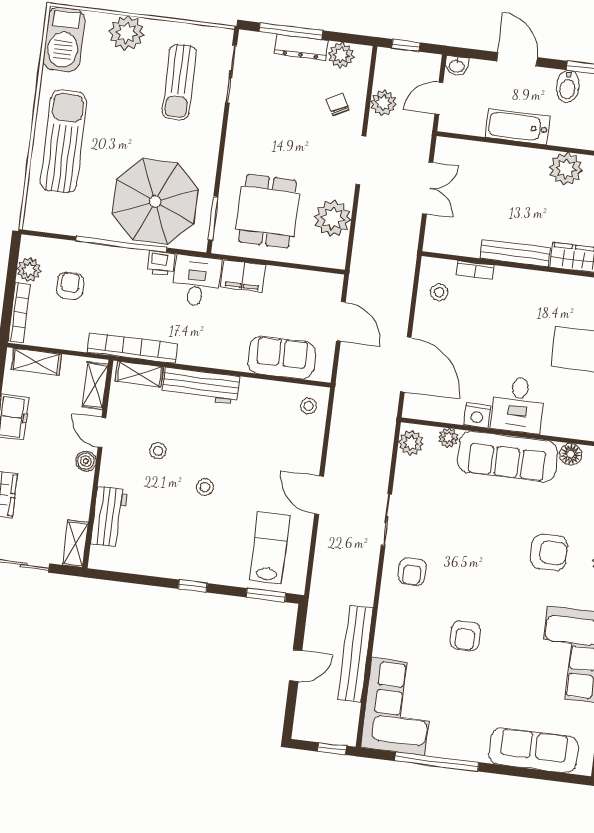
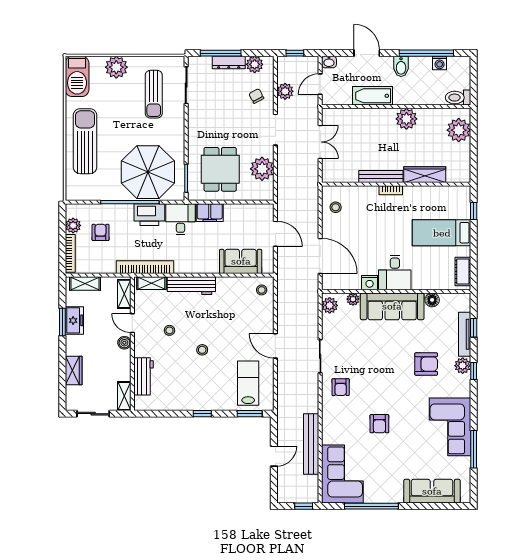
printer: (161, 263) -> (149, 215), width x1.87, depth x1.48
bookcase: (475, 270) -> (391, 190), moved

